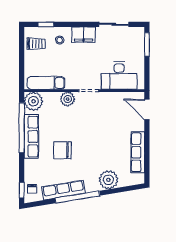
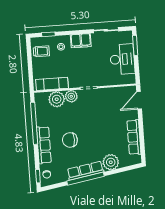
desk: (119, 76) -> (122, 59), moved, turned -90
plant: (33, 101) -> (57, 99), moved
door: (147, 109) -> (139, 100), hinge flipped
row of seats: (31, 137) -> (44, 145), moved
row of seats: (63, 190) -> (85, 171), moved

